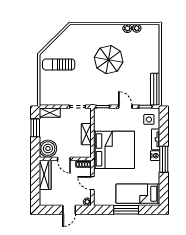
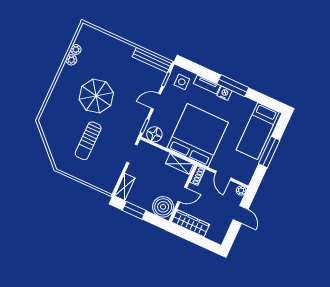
sun lounger: (59, 64) -> (88, 141), moved
floor lamp: (100, 117) -> (154, 134), added
shelving: (86, 134) -> (180, 164), moved
door: (92, 183) -> (223, 176), hinge flipped

